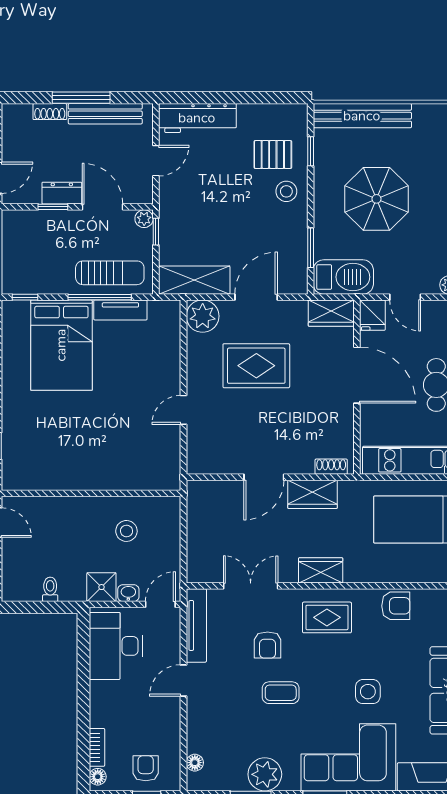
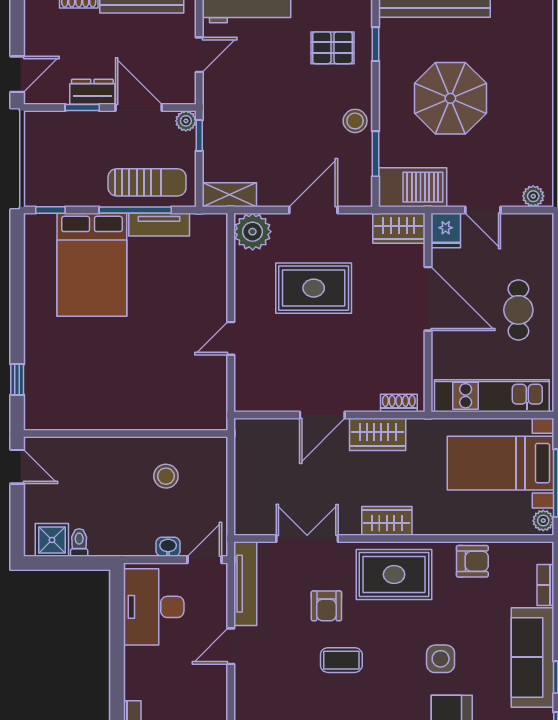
stool: (286, 191) -> (355, 121), moved
shelving: (194, 280) -> (229, 195), width x0.67, depth x0.75
shower: (101, 587) -> (52, 540), moved
rug: (327, 617) -> (394, 575), width x1.36, depth x1.43

